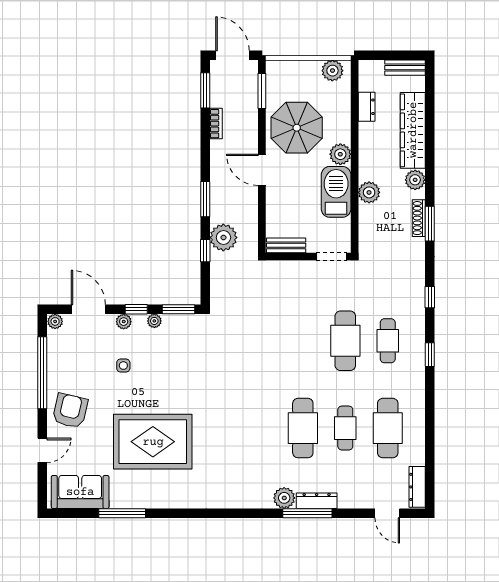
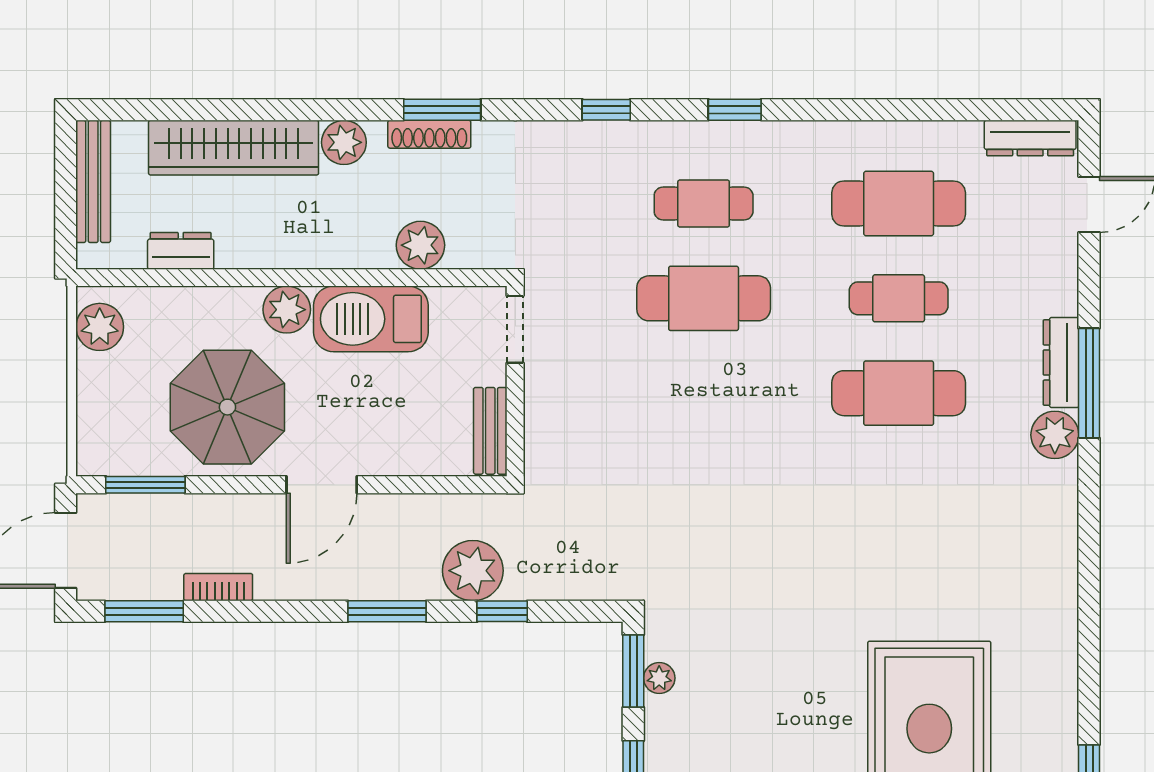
bench: (405, 68) -> (93, 181), width x1.36
plant: (369, 192) -> (420, 245), moved
plant: (154, 321) -> (659, 678), moved

